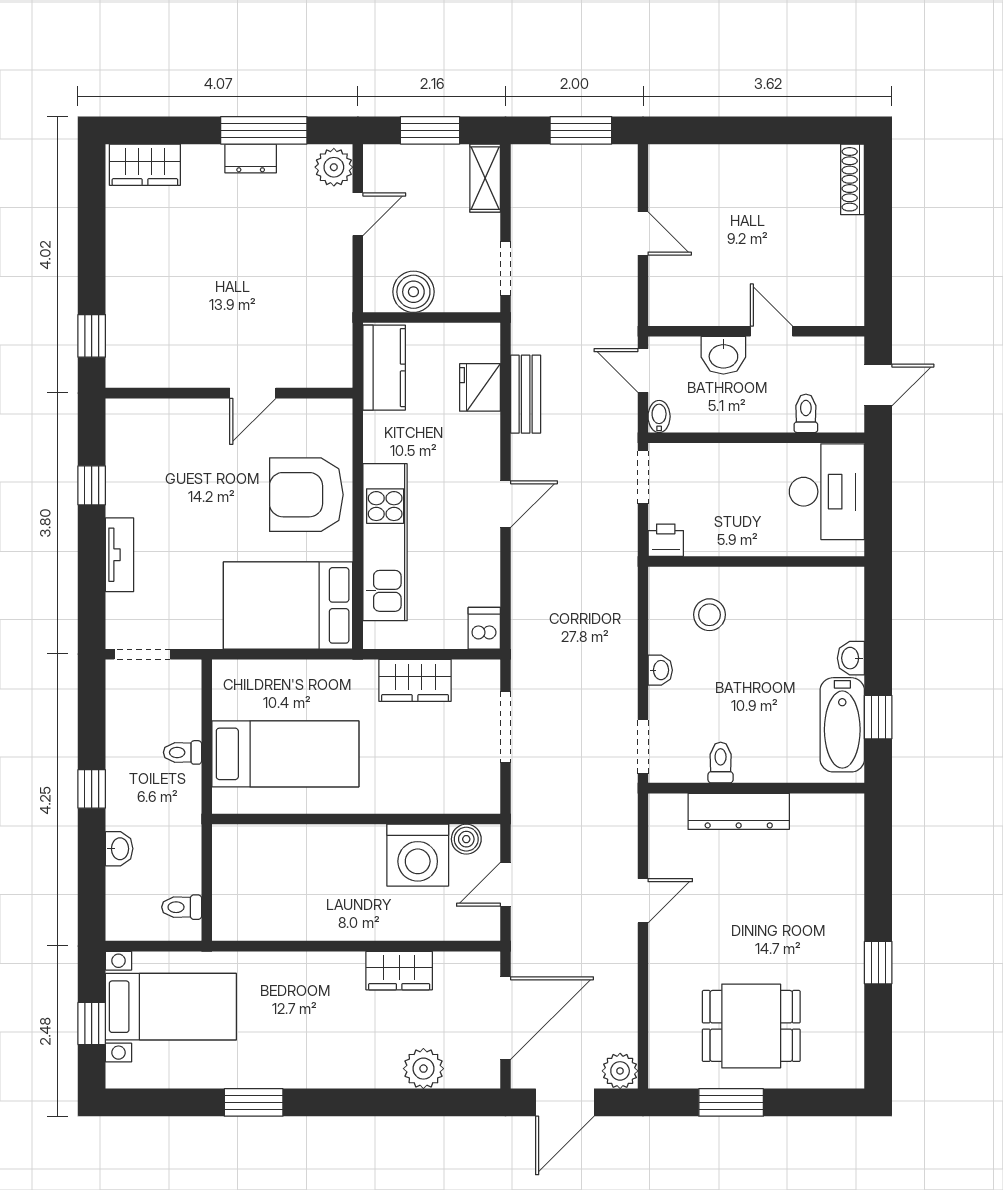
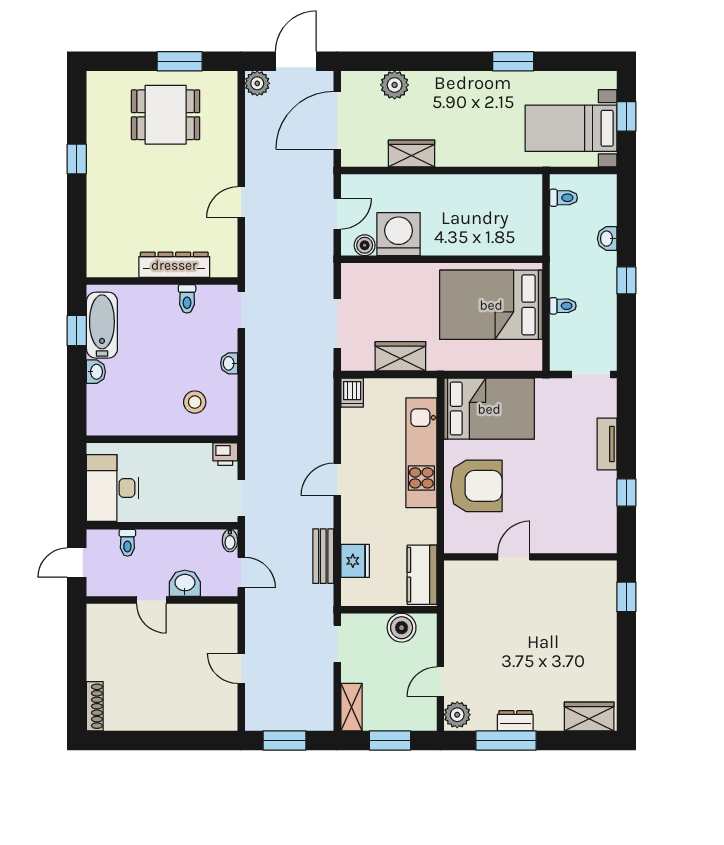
bed: (285, 754) -> (491, 305), width x1.50

